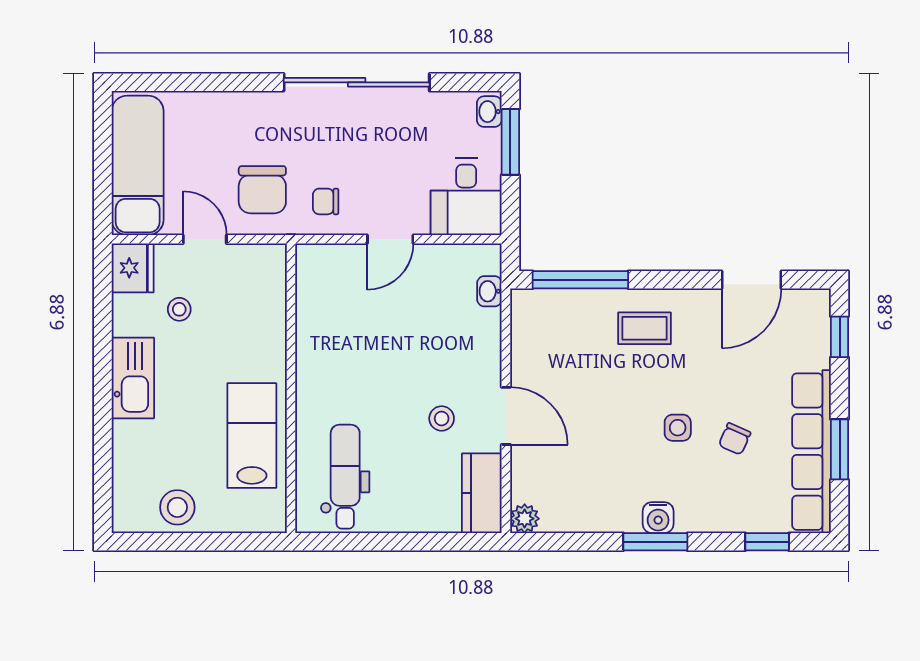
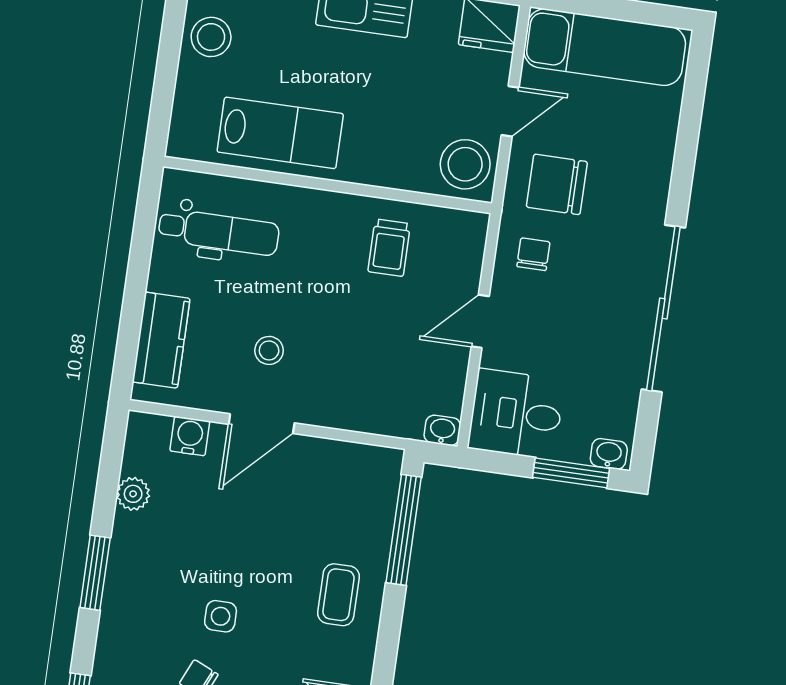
door: (390, 239) -> (480, 321), hinge flipped
washbasin: (489, 291) -> (442, 430), moved
stool: (179, 309) -> (465, 164), moved, width x1.89, depth x1.89
trolley: (338, 327) -> (389, 248), added
kitchen counter: (482, 493) -> (161, 340), moved, turned 90
water cooler: (658, 518) -> (190, 436), moved, turned 90
plant: (525, 519) -> (133, 494), moved

